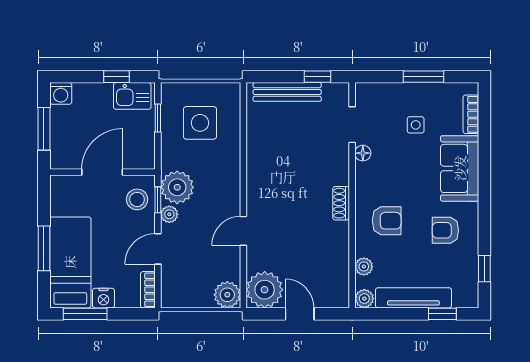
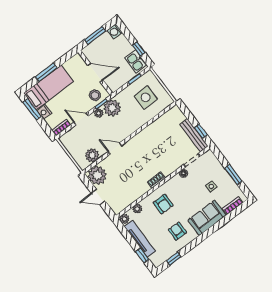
bench: (287, 92) -> (194, 135), moved
plant: (227, 295) -> (92, 155), moved
door: (300, 314) -> (98, 197), swing flipped

